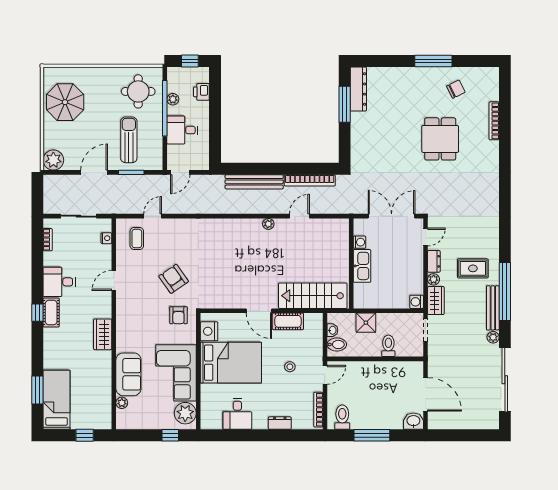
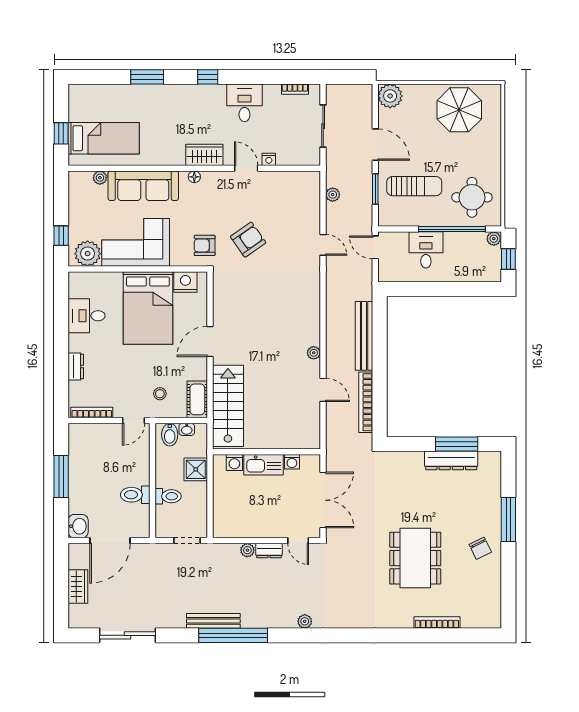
window: (433, 61) -> (508, 520), moved
dresser: (358, 89) -> (451, 460), moved
chair: (456, 89) -> (480, 548), moved
printer: (201, 92) -> (472, 273), removed
plant: (173, 99) -> (494, 239), moved
dining table: (440, 139) -> (415, 558), width x1.37
plant: (136, 208) -> (333, 195), added
door: (153, 216) -> (323, 245), moved
nightstand: (106, 238) -> (269, 159), moved
coffee table: (137, 239) -> (296, 196), removed
rug: (473, 268) -> (261, 597), removed
wardrobe: (436, 301) -> (78, 587), moved, turned -90
washing machine: (417, 302) -> (234, 462), moved, turned 180
cot: (51, 312) -> (208, 93), removed
cot: (288, 321) -> (197, 399), moved
floor lamp: (121, 324) -> (194, 177), added
wardrobe: (103, 334) -> (204, 155), moved
plant: (493, 337) -> (305, 621), moved
stool: (290, 367) -> (160, 394), moved
sofa: (128, 374) -> (143, 186), width x1.36
door: (325, 375) -> (133, 420), hinge flipped
sliding door: (505, 380) -> (128, 635), width x0.73
window: (37, 390) -> (147, 77), moved
bed: (57, 400) -> (104, 138), moved
toilet: (342, 417) -> (135, 495), moved, turned 180

